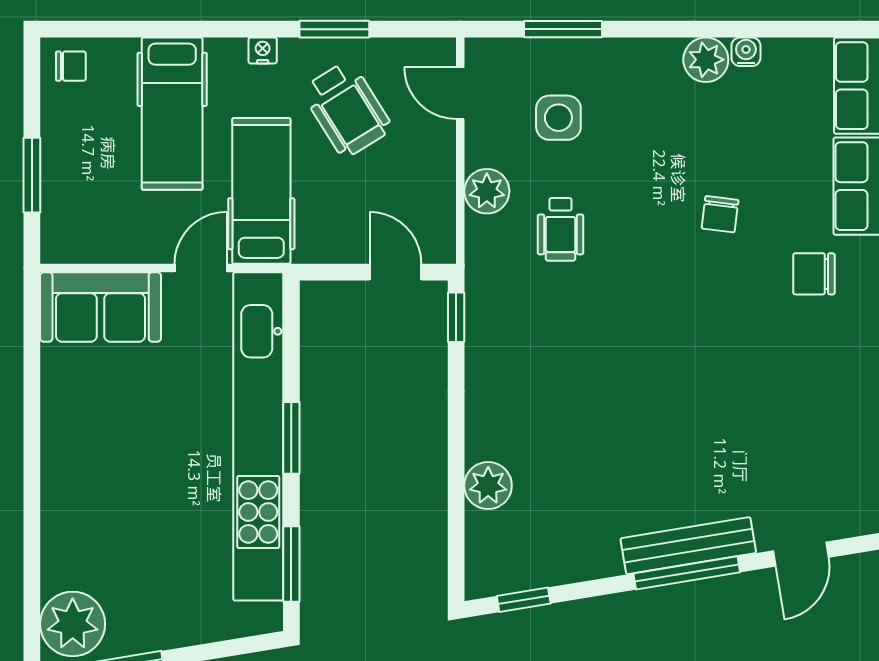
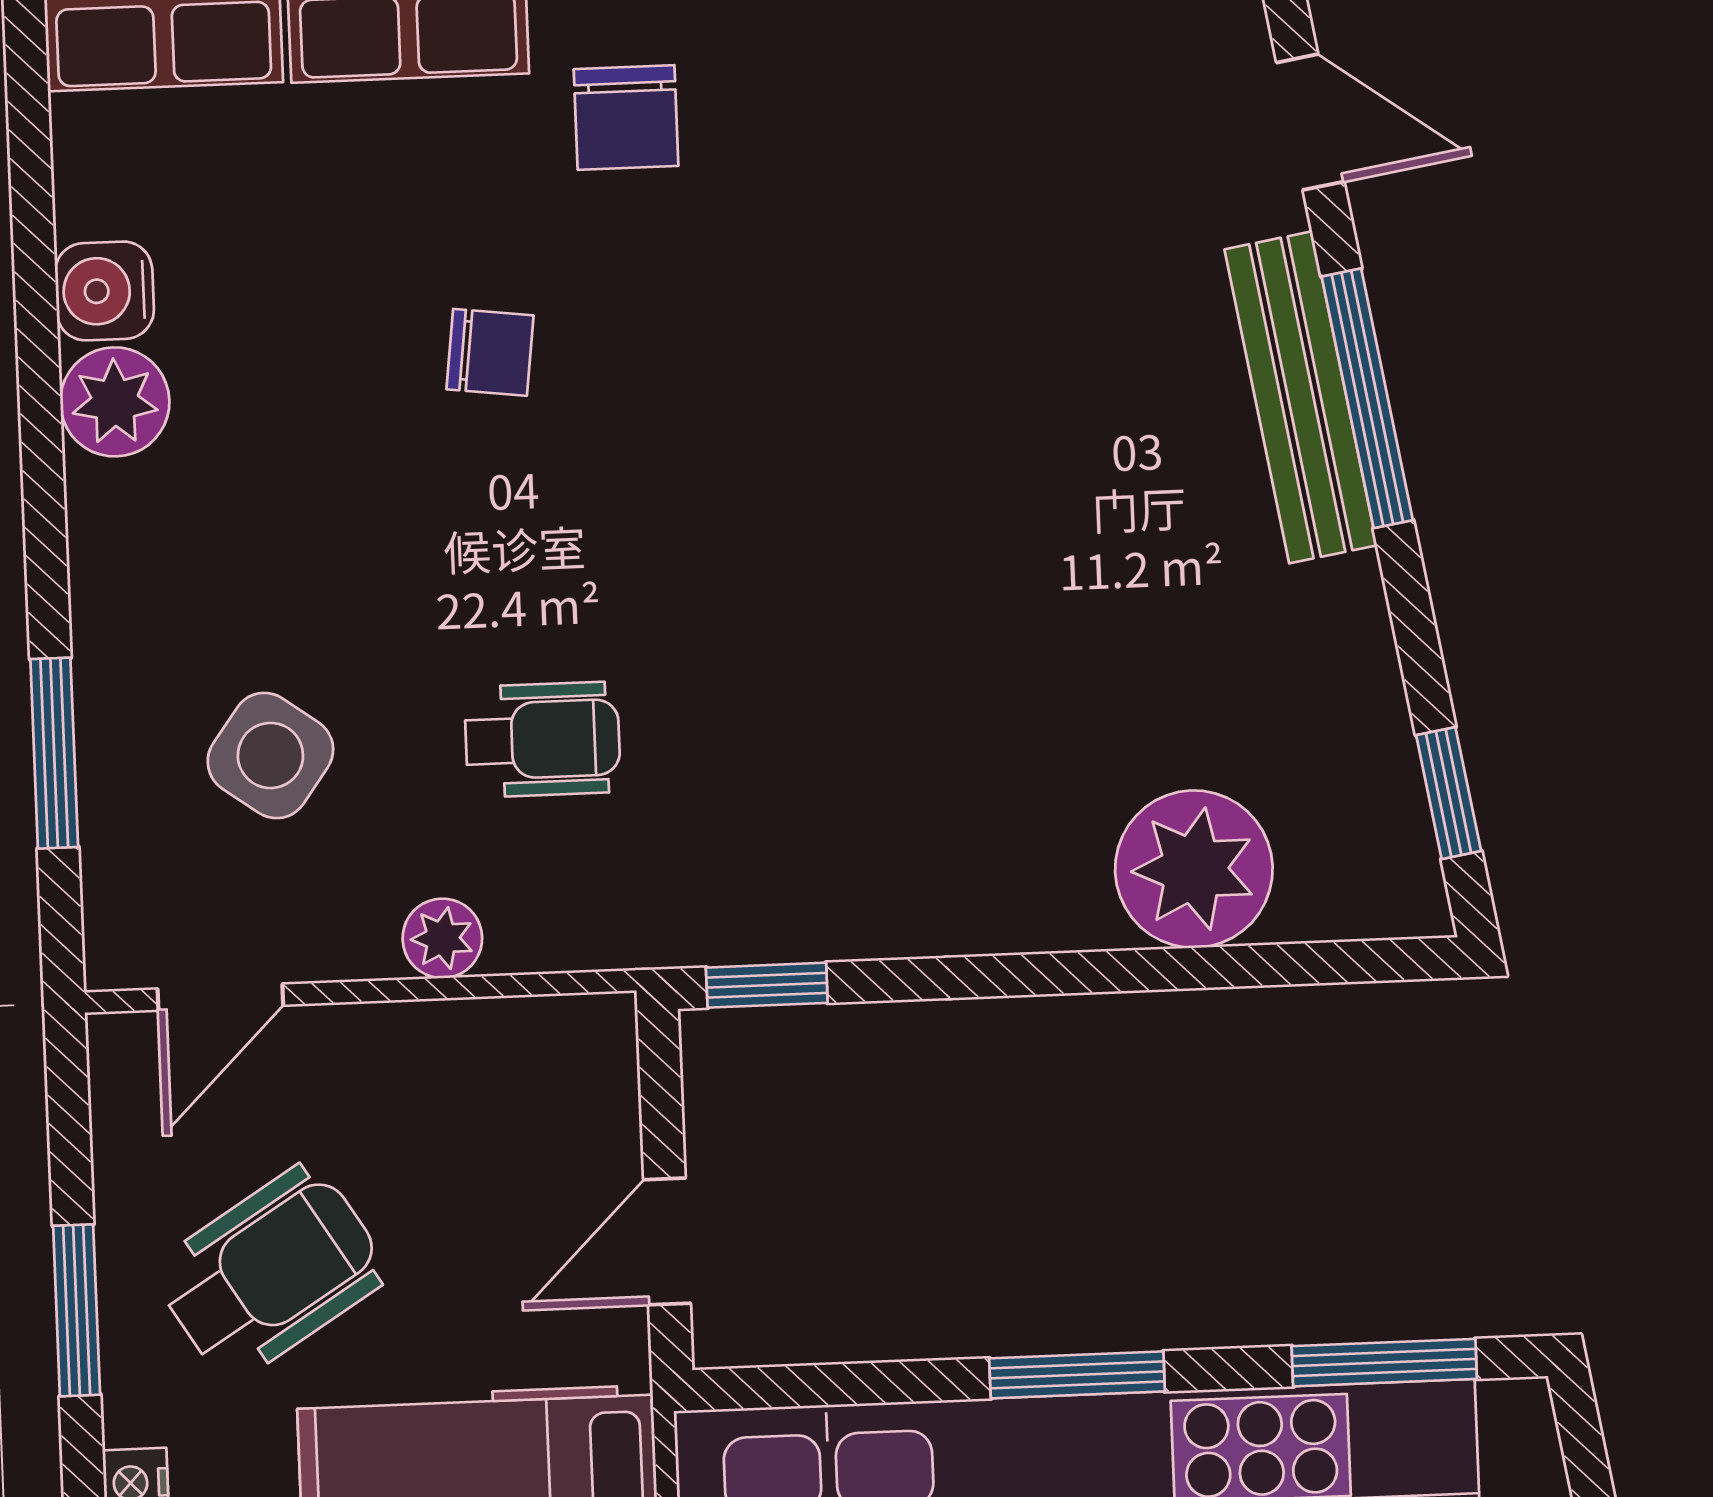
water cooler: (746, 52) -> (104, 291), width x1.38, depth x1.38
side table: (558, 118) -> (270, 756), turned 36
plant: (487, 191) -> (442, 938), width x0.73, depth x0.73
door: (395, 272) -> (667, 1241), moved
plant: (488, 486) -> (1194, 869), width x1.36, depth x1.36

